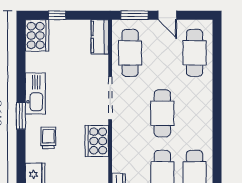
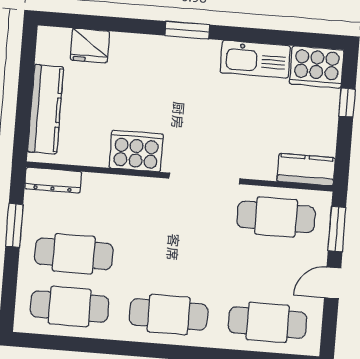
kitchen sink: (35, 93) -> (255, 59), moved
cafe table: (162, 113) -> (169, 315), moved
trolley: (48, 138) -> (148, 72), removed

